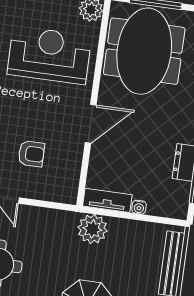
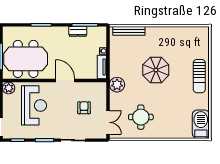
reception desk: (49, 55) -> (34, 105), turned 180
plant: (92, 229) -> (117, 85), moved

